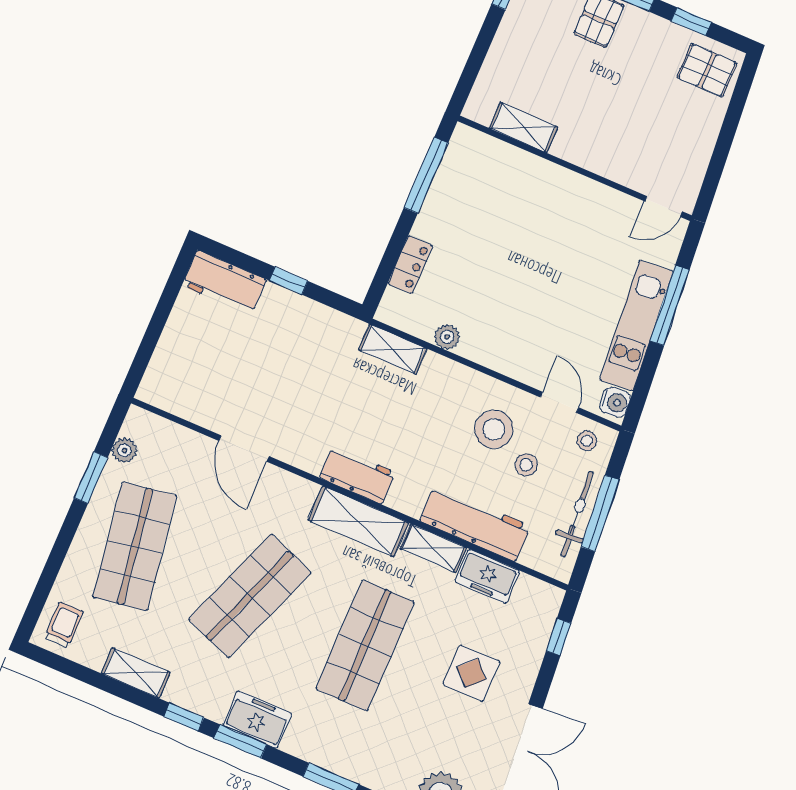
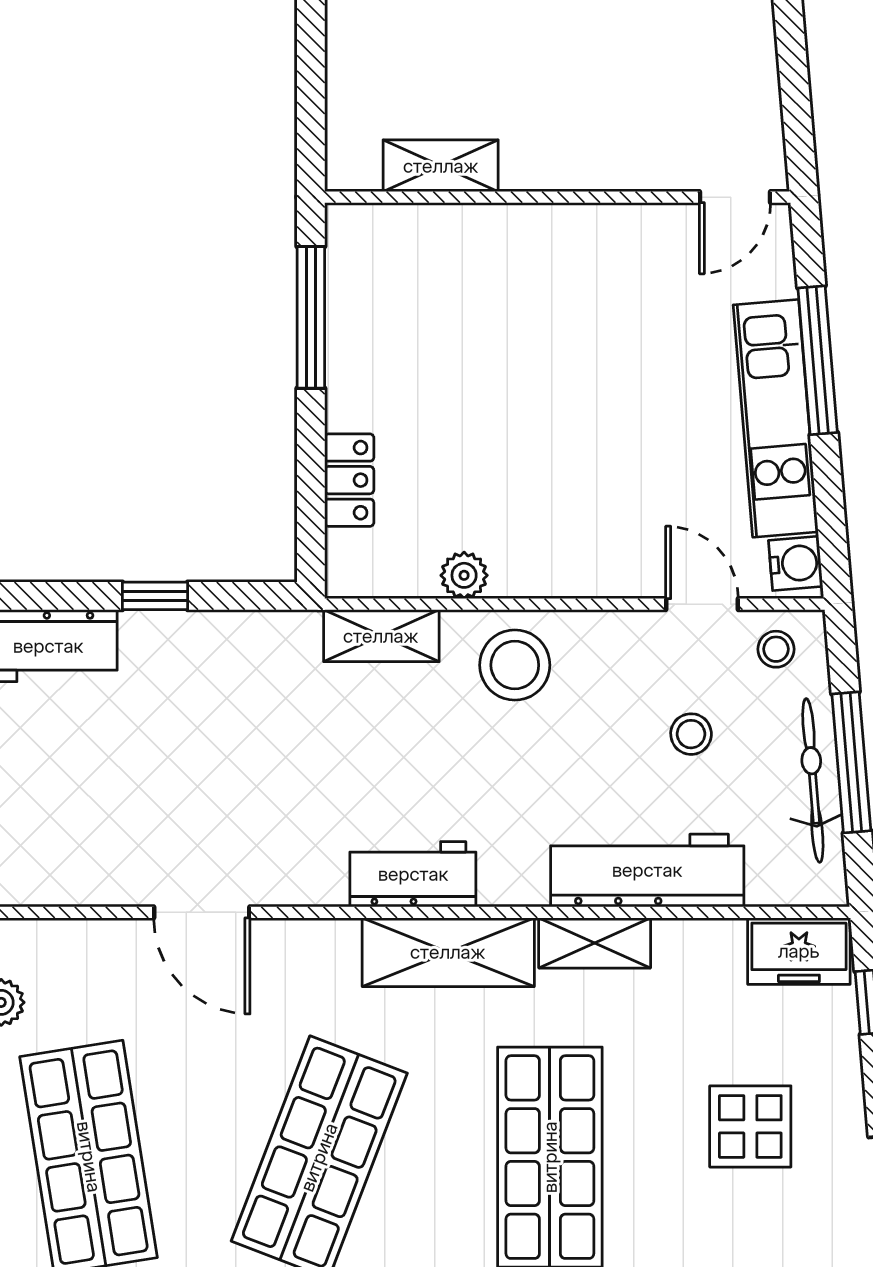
stool: (494, 429) -> (515, 665), moved
freezer: (487, 576) -> (799, 951), moved

